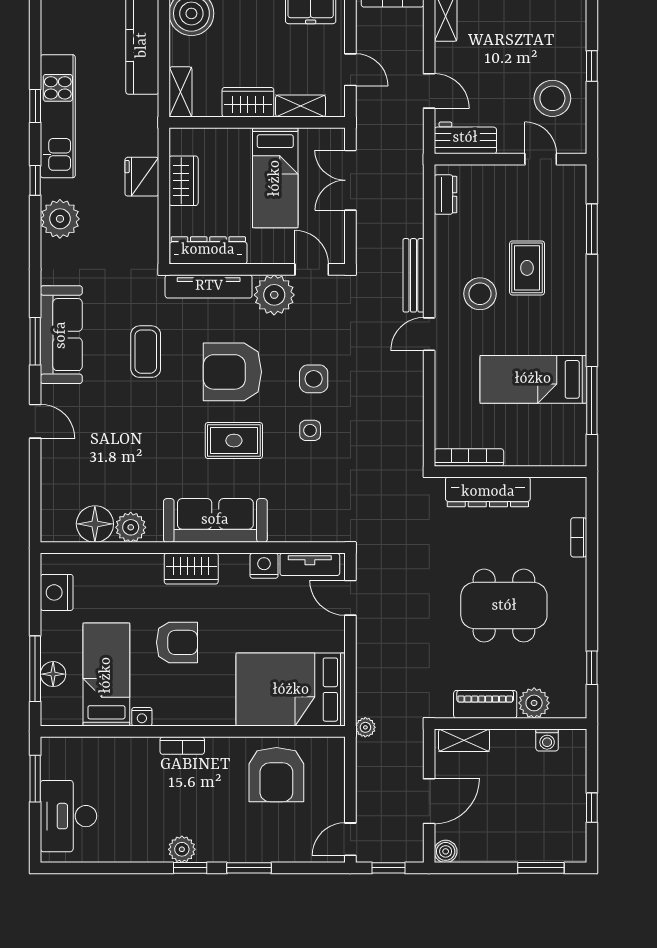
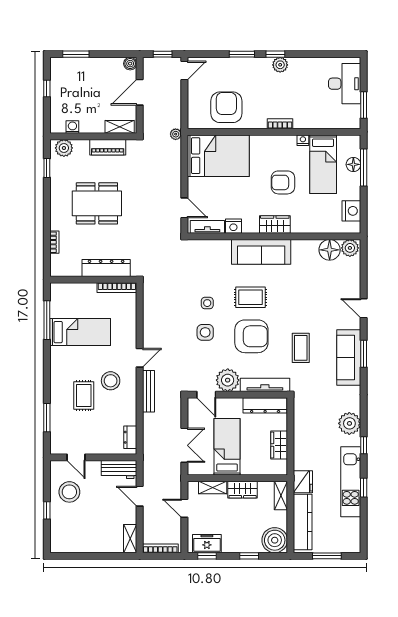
fridge: (142, 177) -> (303, 482), moved
plant: (131, 527) -> (350, 248), moved
plant: (534, 703) -> (64, 148), moved

